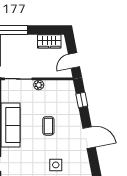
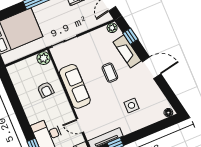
plant: (39, 85) -> (112, 28), moved
fireplace: (73, 113) -> (127, 51), added

